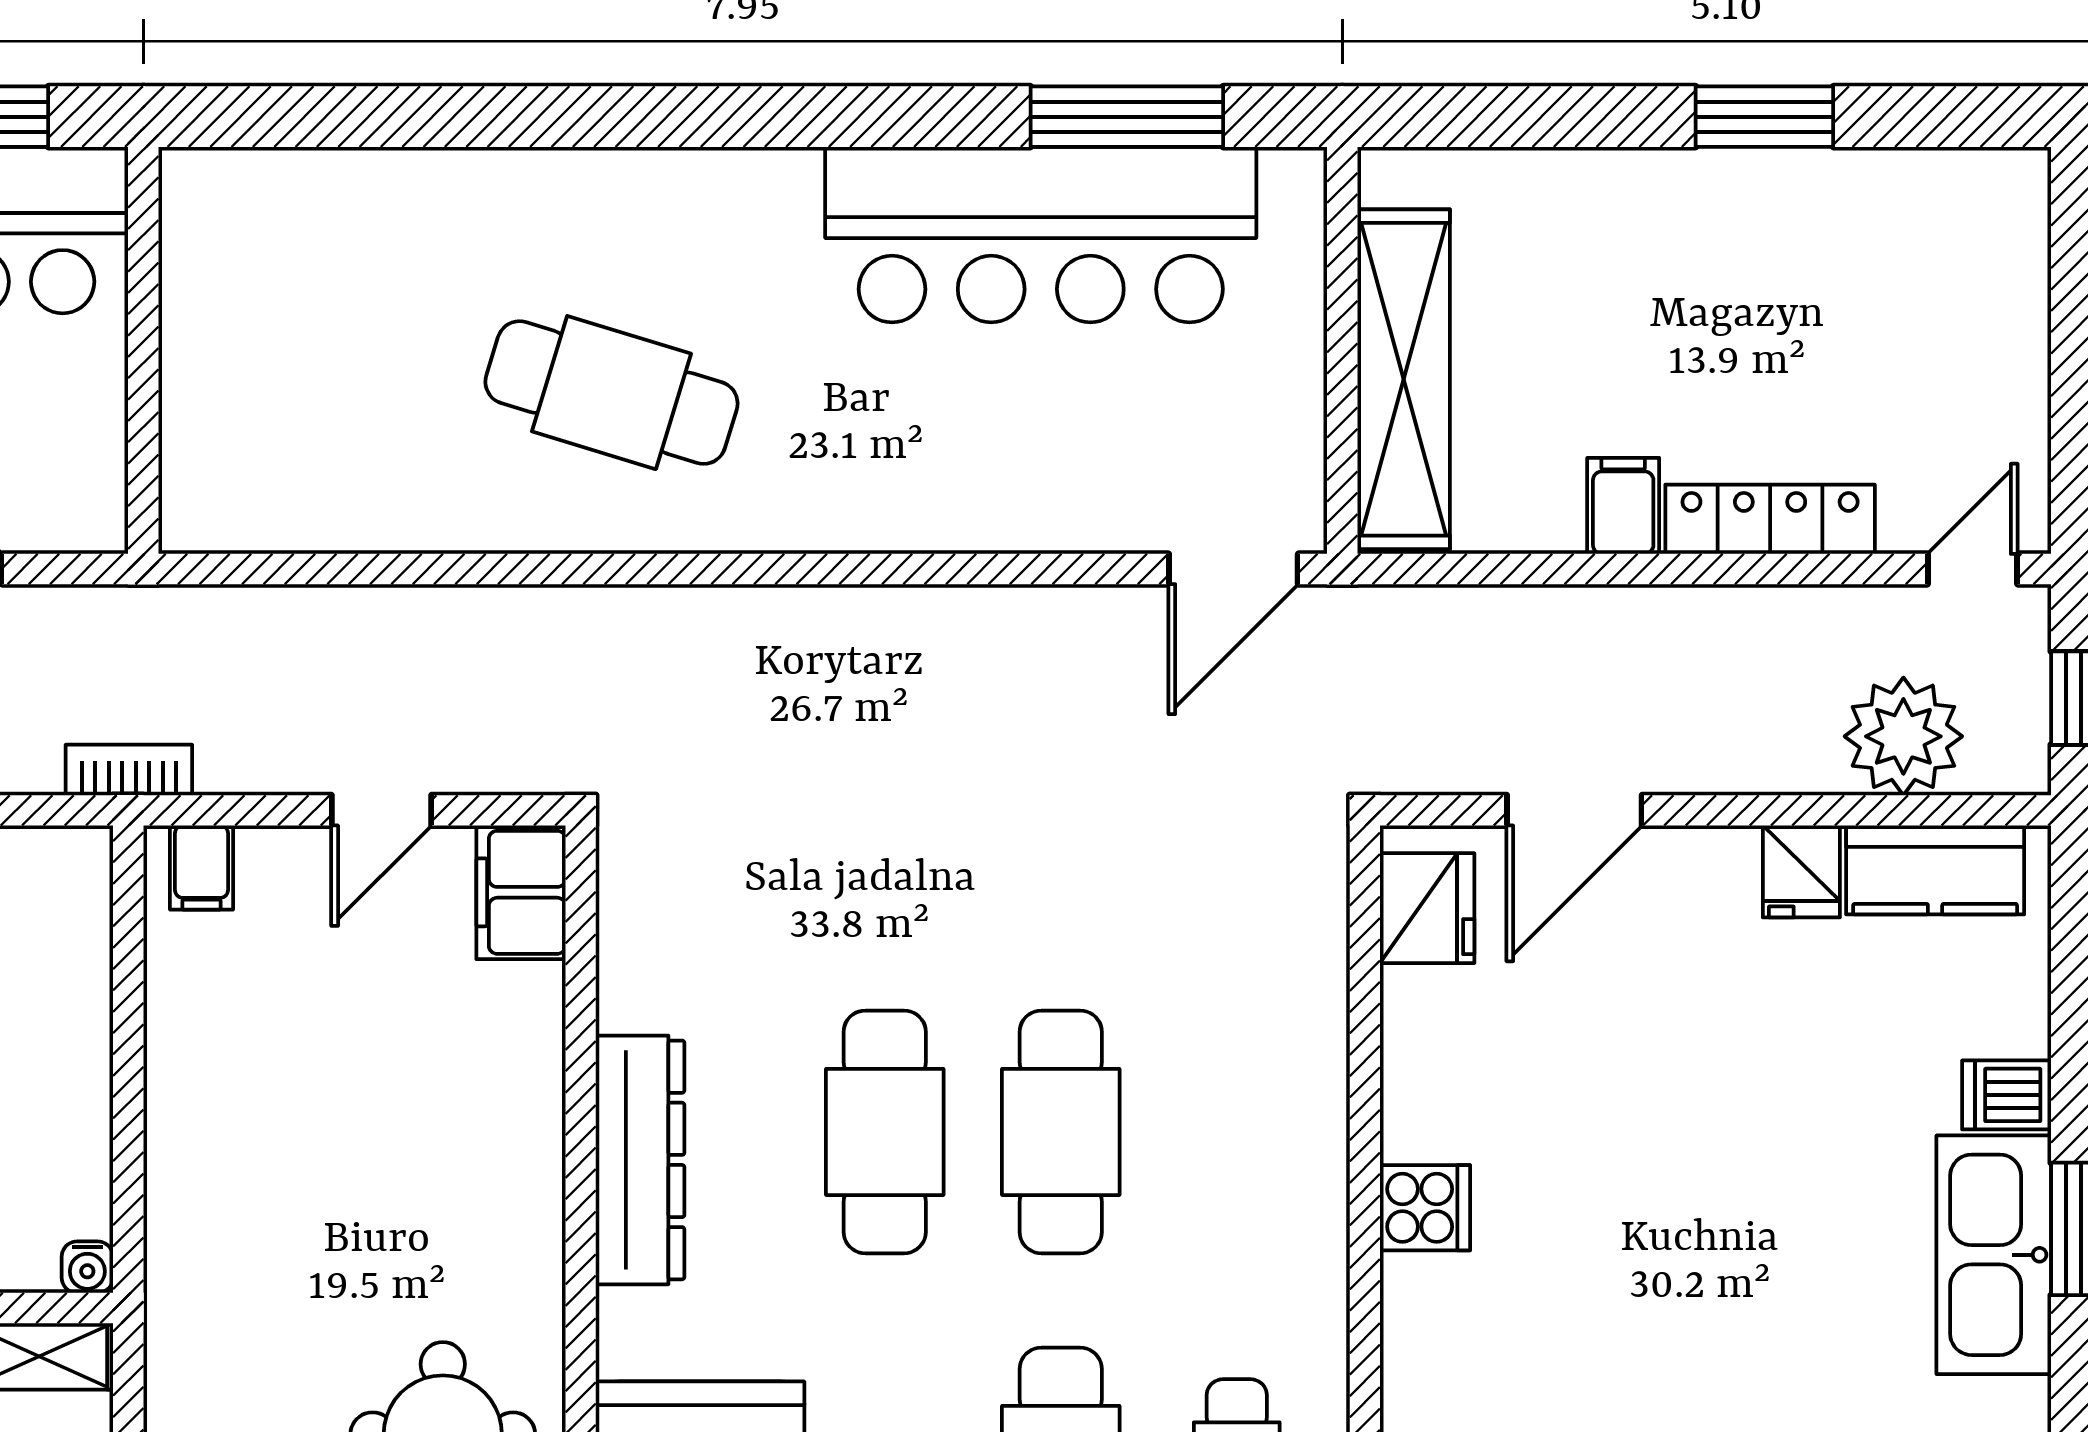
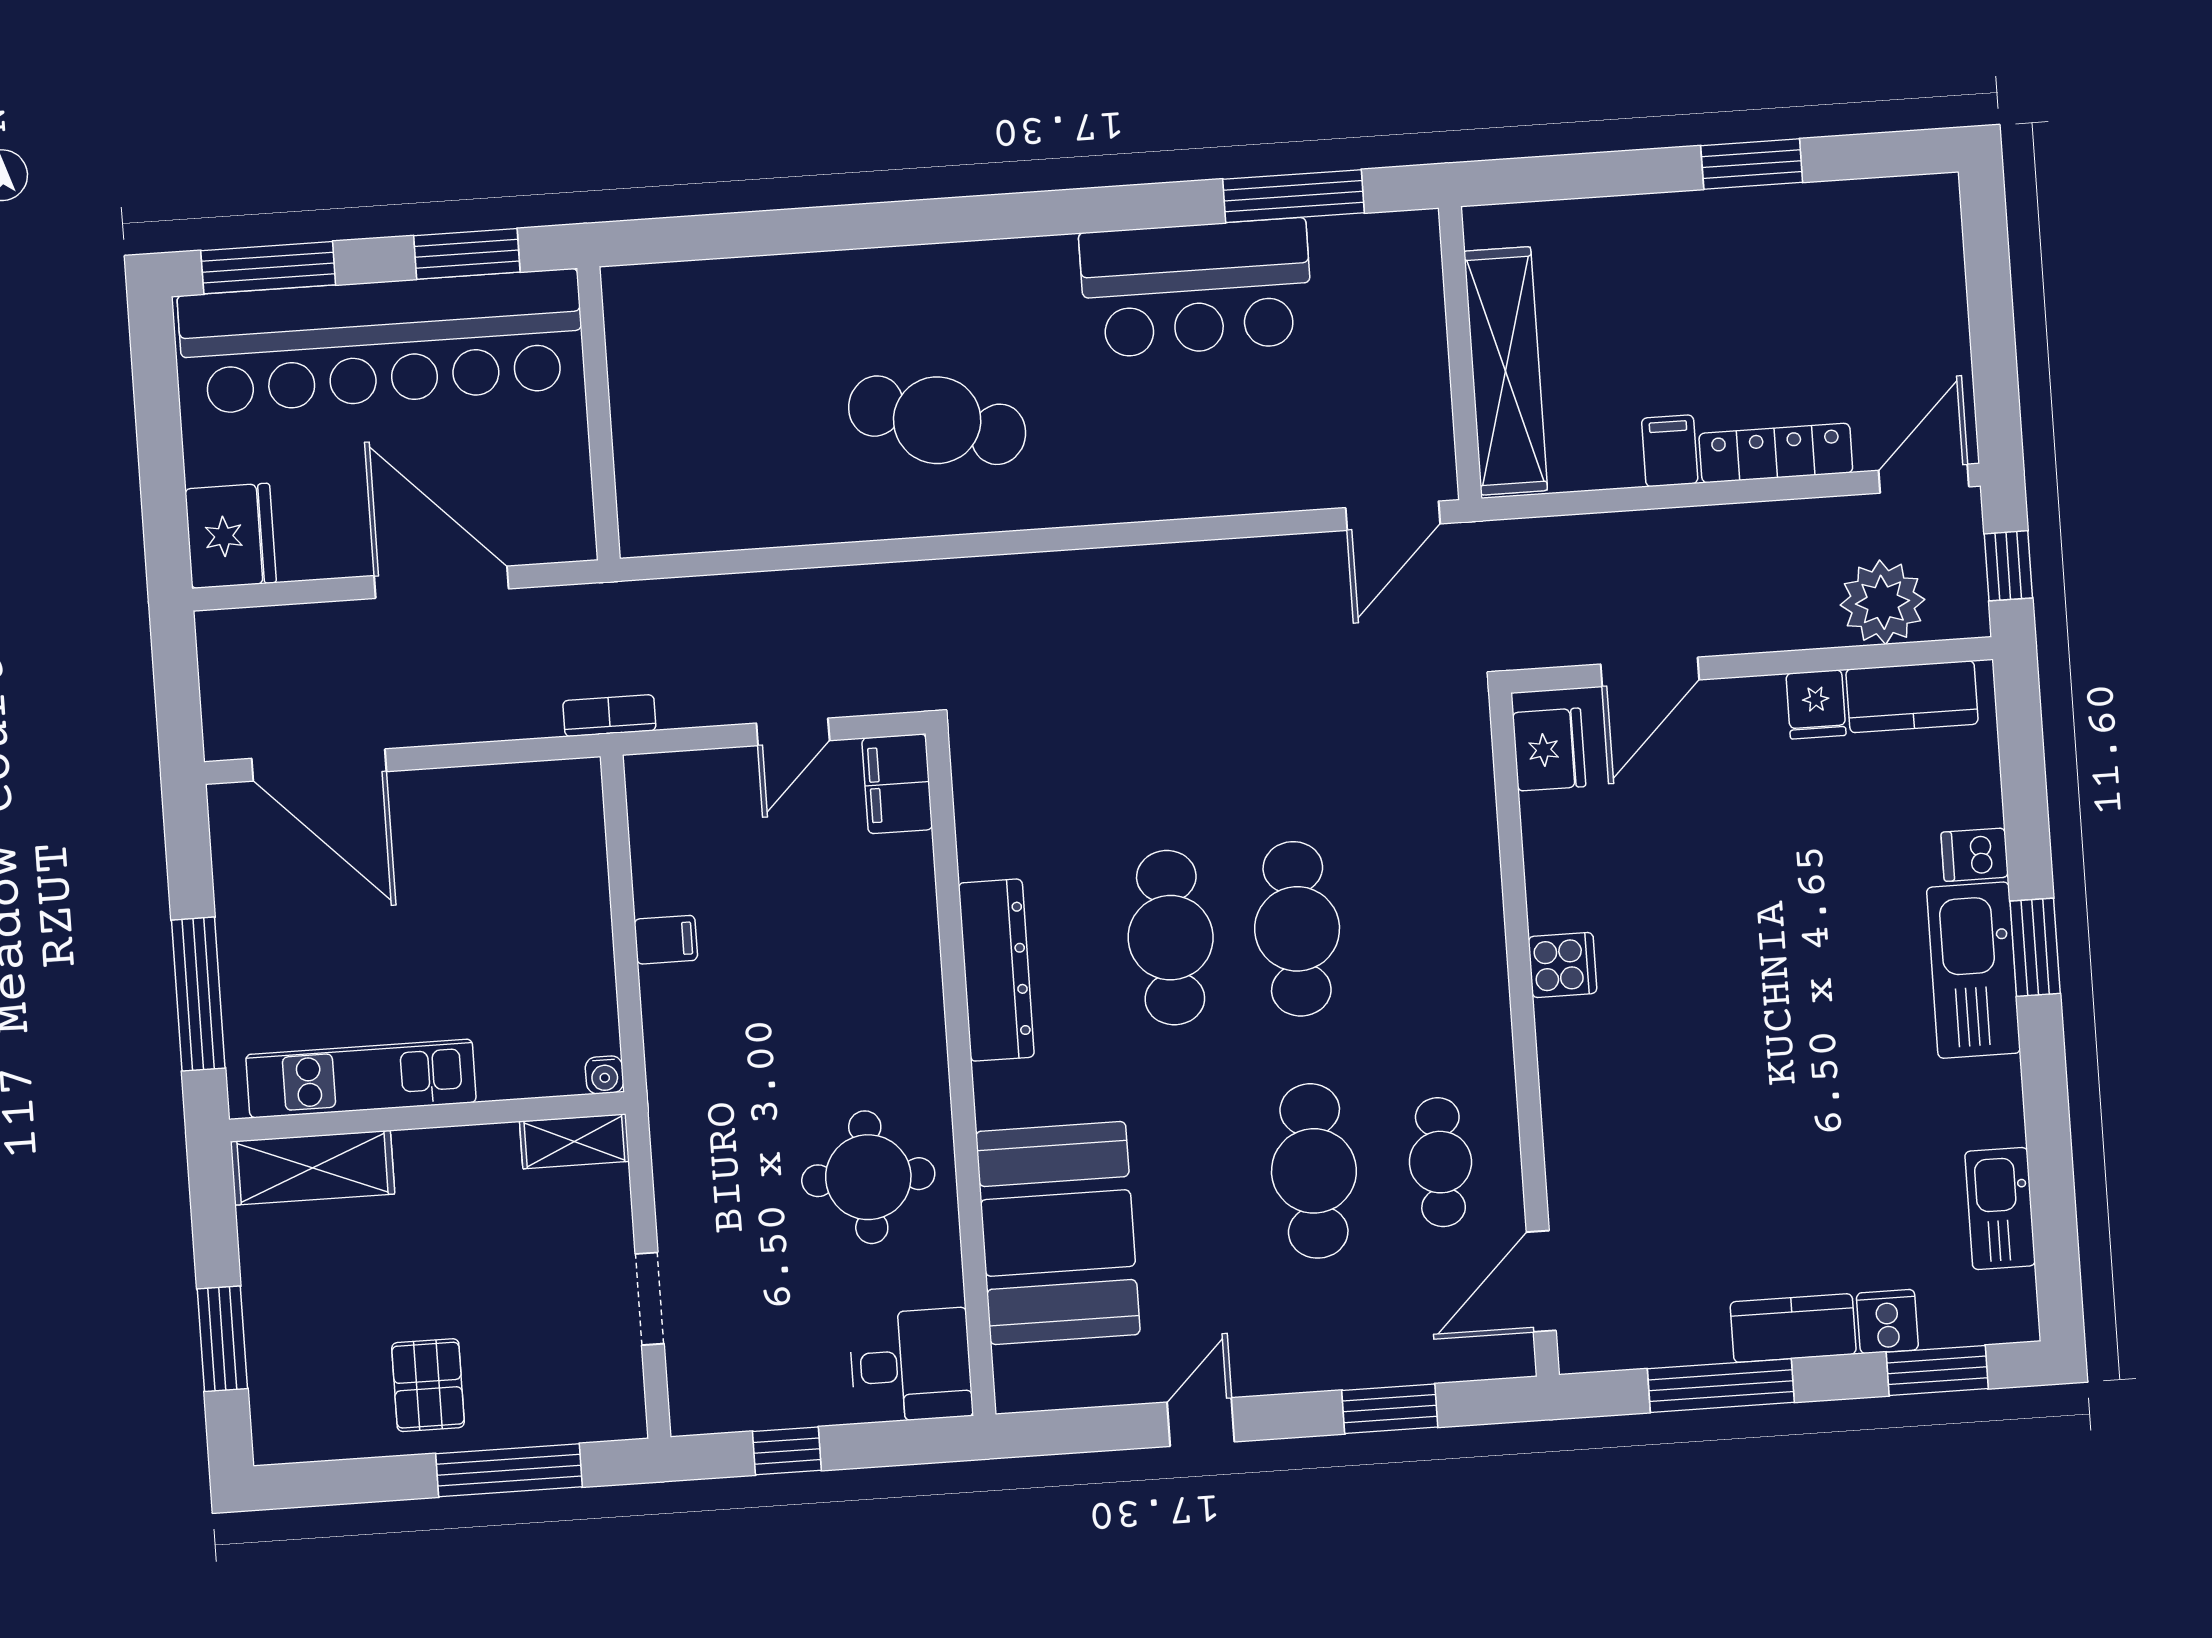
bar counter: (1041, 235) -> (1196, 288), width x0.73
door: (1973, 569) -> (1924, 479), width x1.37
filing cabinet: (201, 868) -> (666, 940), moved, turned -90

